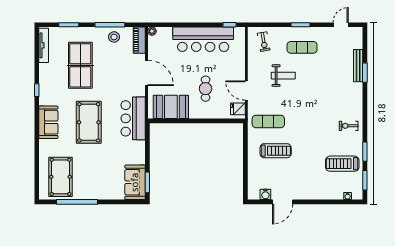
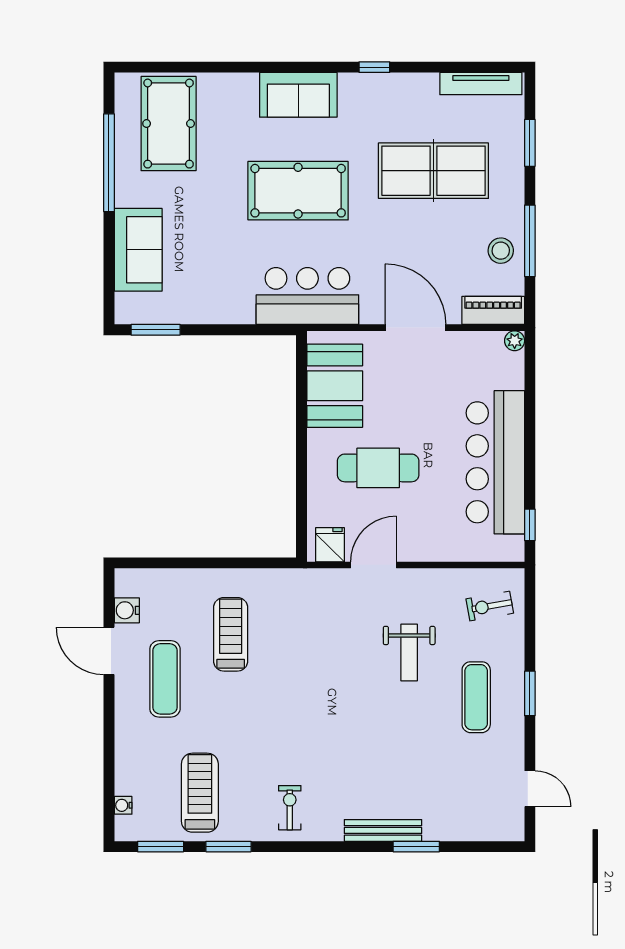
bench: (358, 66) -> (383, 830), moved
door: (146, 73) -> (416, 328), swing flipped
cafe table: (206, 89) -> (378, 468), width x1.37, depth x1.35
exercise mat: (268, 121) -> (165, 679), moved
treadmill: (276, 151) -> (231, 634), turned 180
pool table: (60, 177) -> (169, 124), turned 90
sofa: (135, 182) -> (138, 250), moved, turned 90

